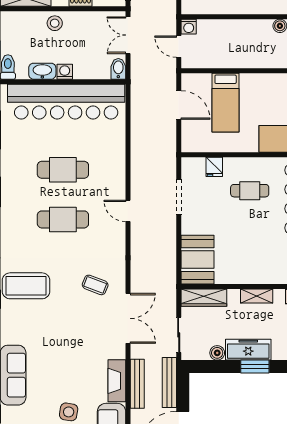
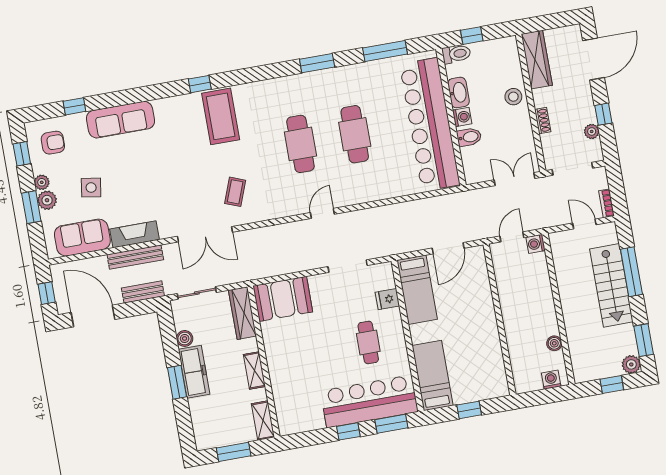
bidet: (118, 69) -> (469, 137), moved
bed: (226, 103) -> (417, 290), moved, turned -90
bench: (169, 382) -> (143, 292), width x0.73

